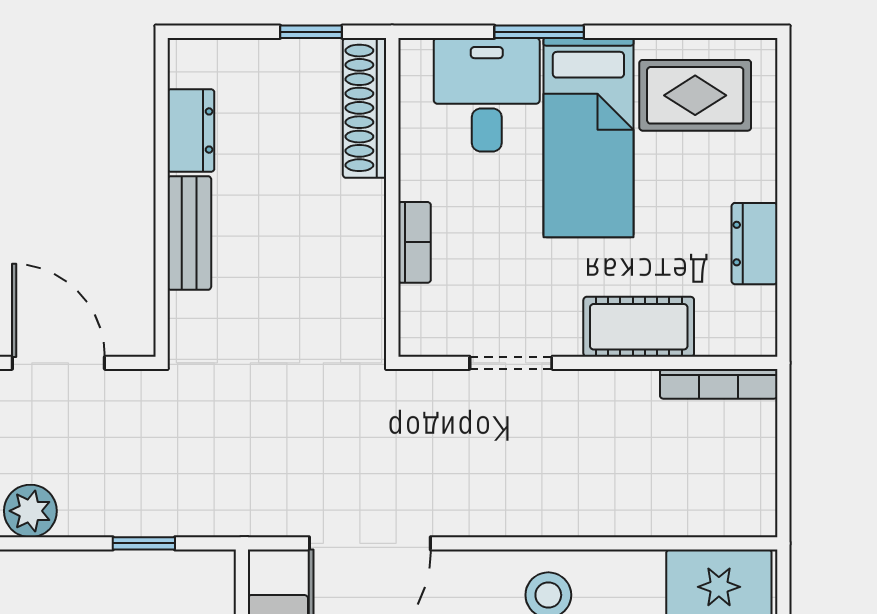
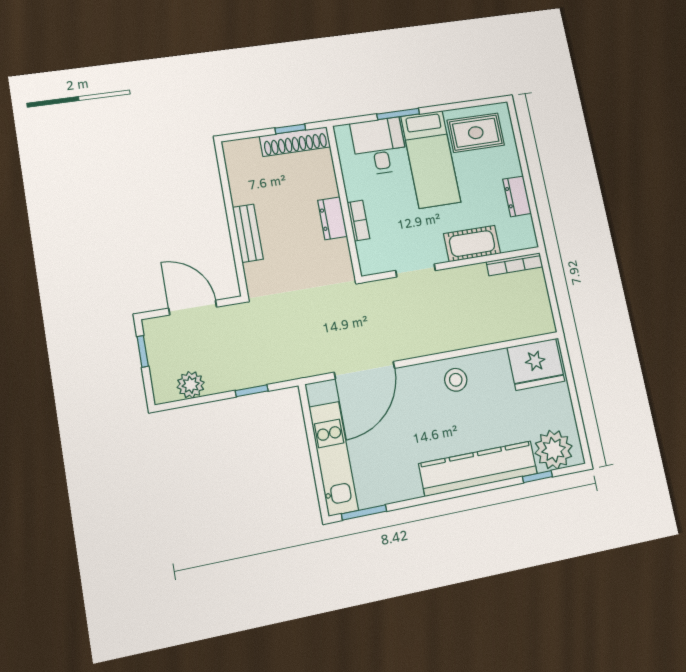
shoe rack: (365, 108) -> (295, 142), moved, turned -90
dresser: (191, 131) -> (332, 218), moved, turned 180

